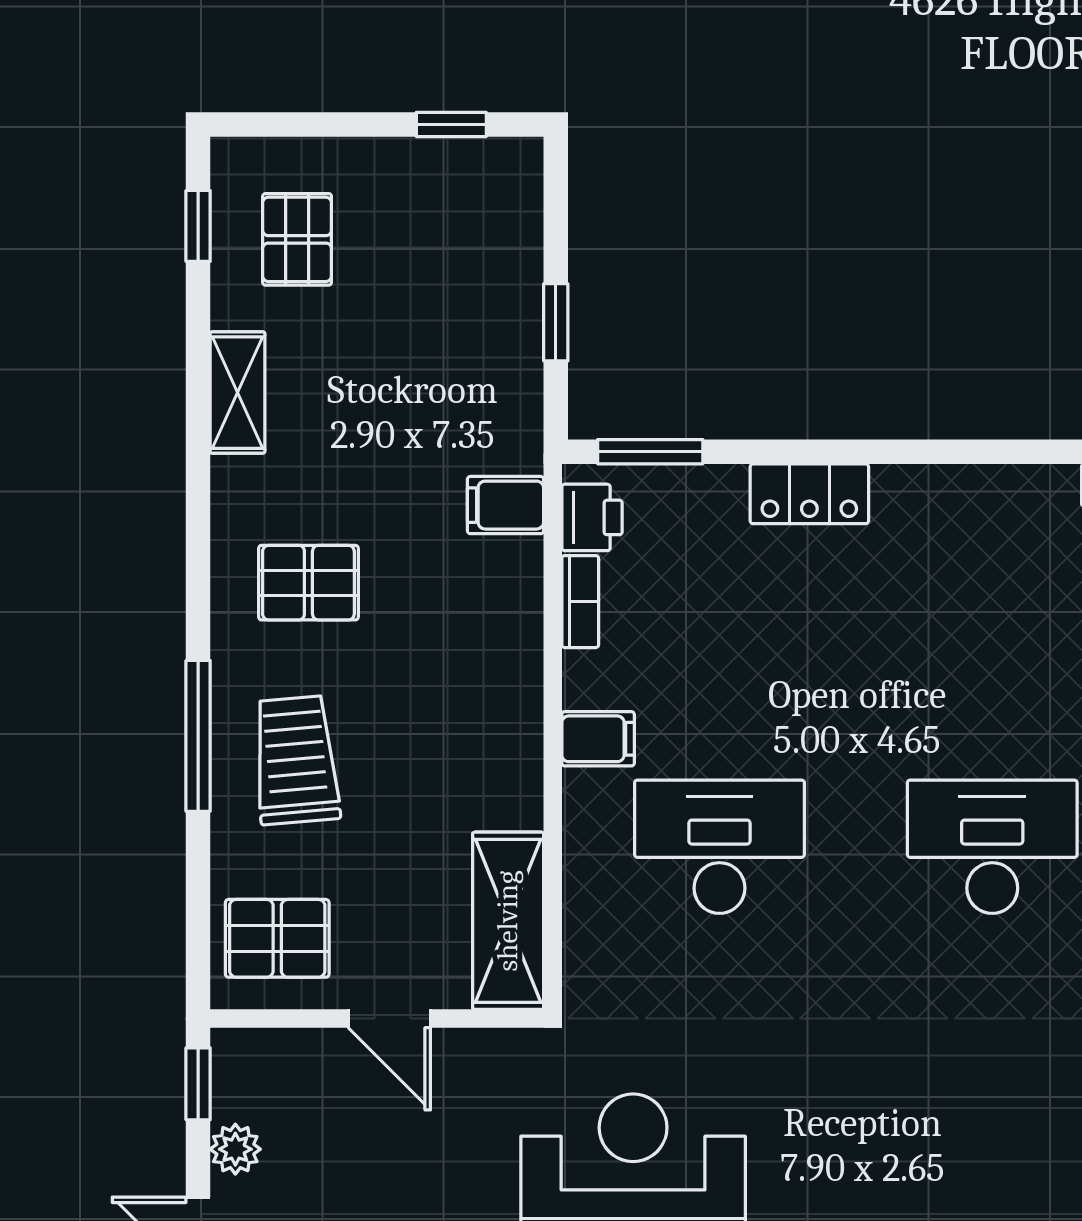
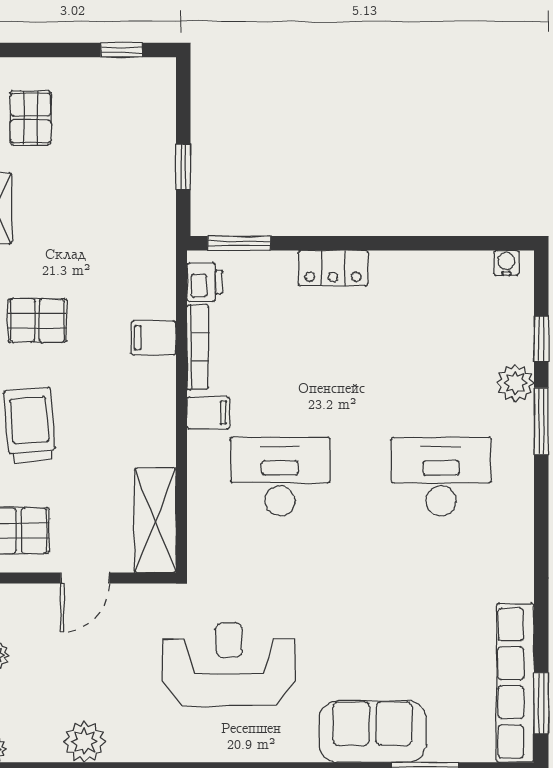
filing cabinet: (506, 505) -> (154, 338), moved
bookcase: (580, 602) -> (198, 347), width x1.56
door: (389, 1019) -> (85, 578), hinge flipped

